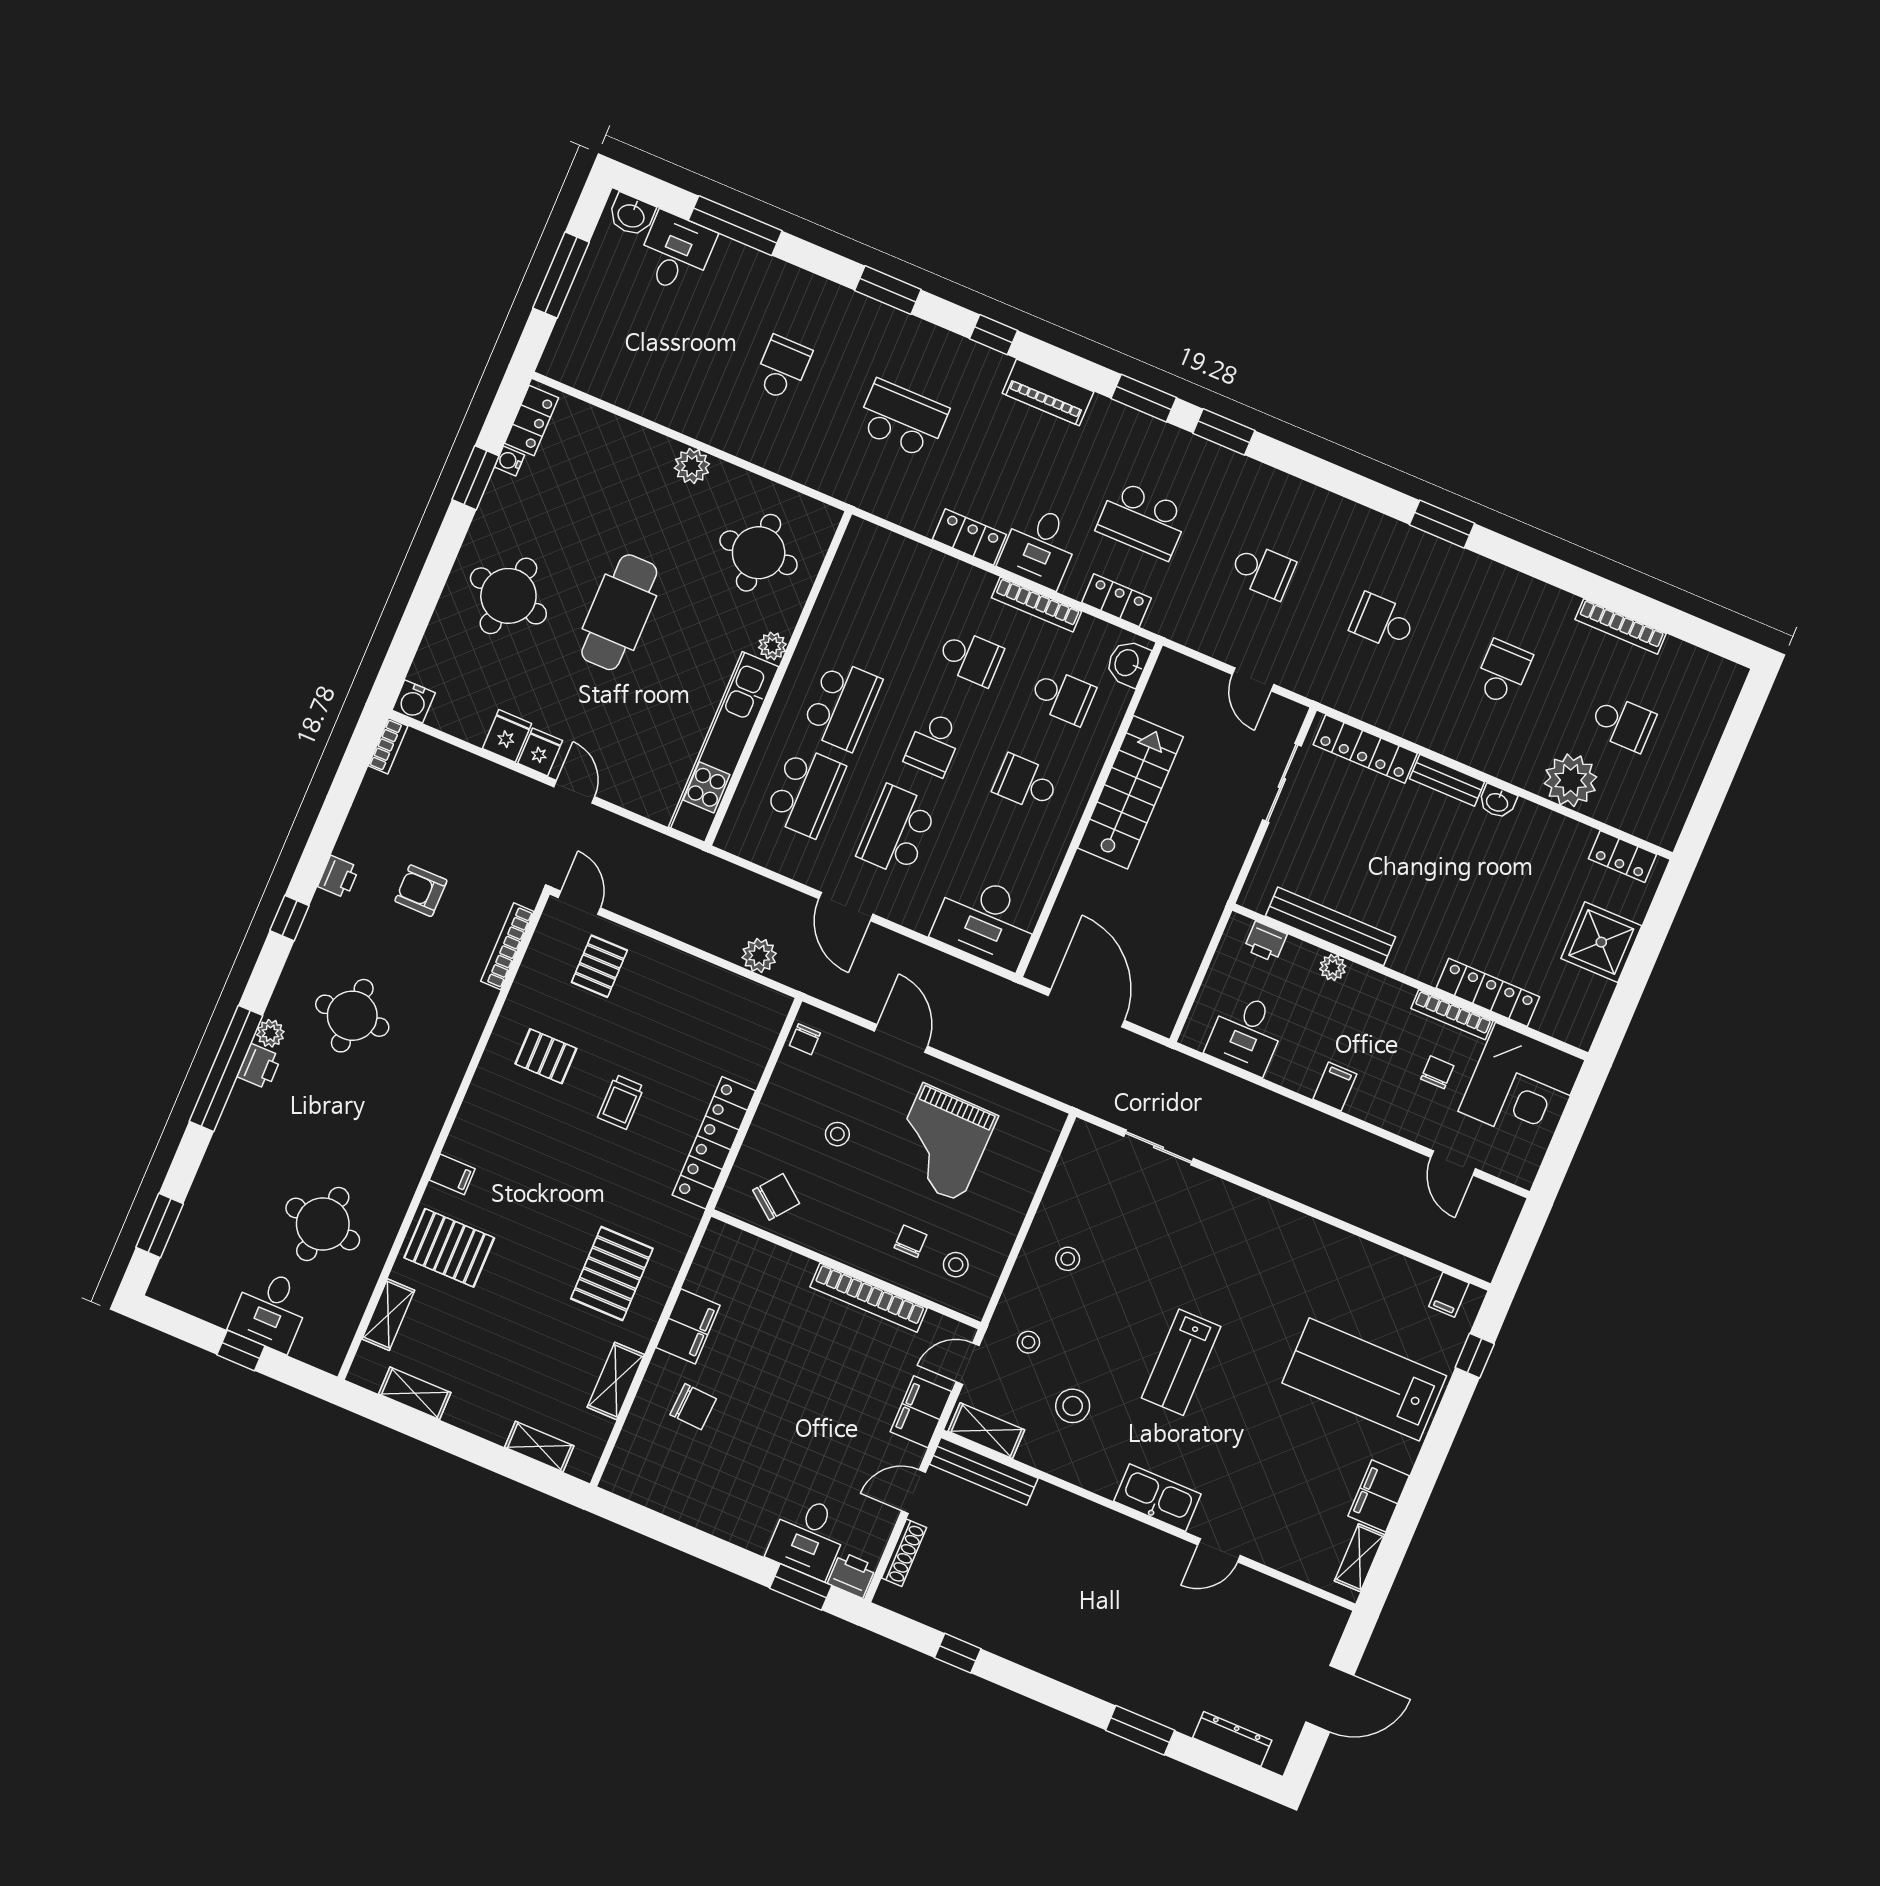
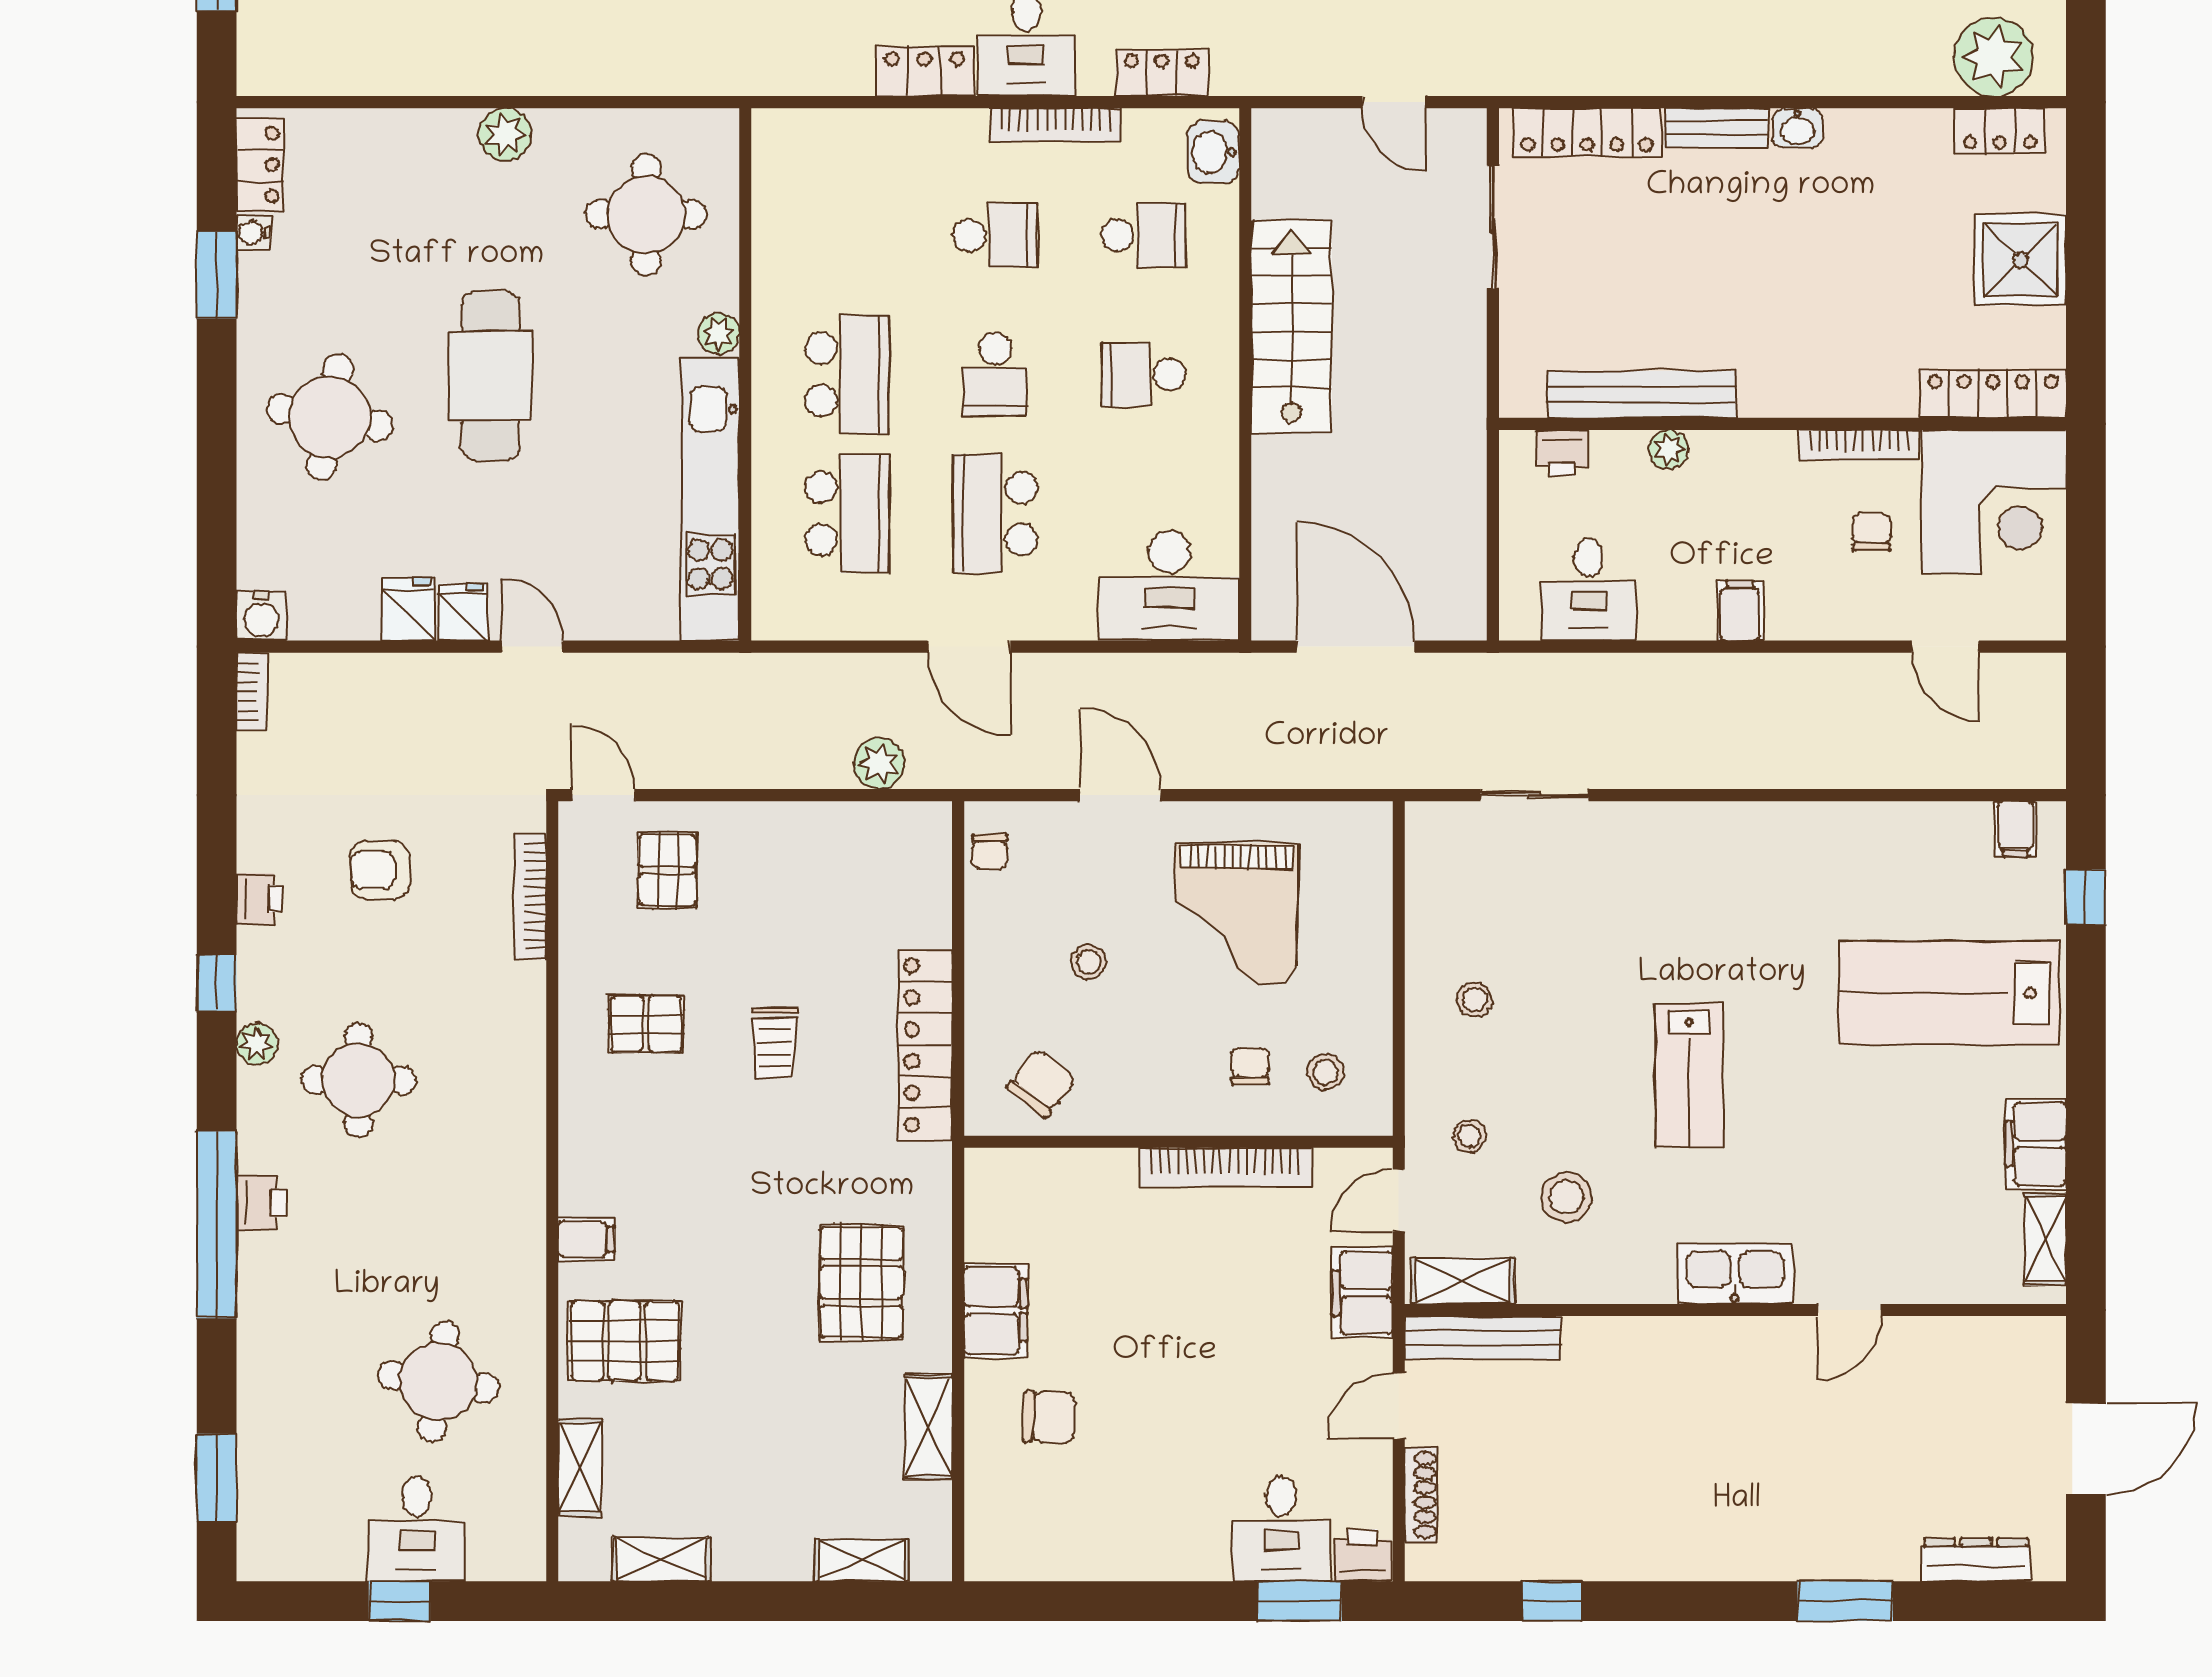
plant: (1571, 780) -> (1994, 57), moved
locker: (1488, 992) -> (1993, 394), moved
plant: (270, 1033) -> (257, 1044), moved

